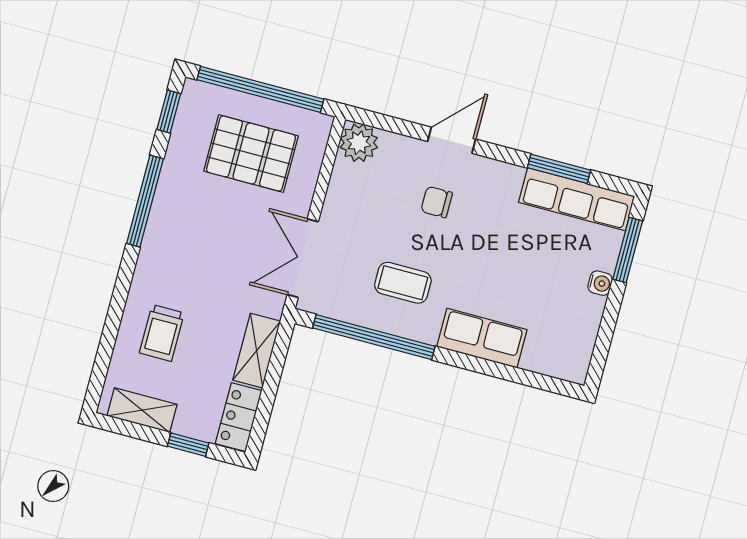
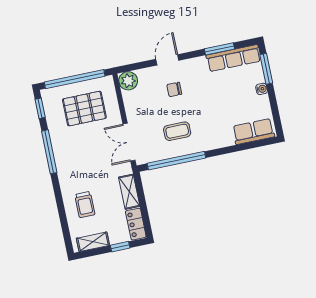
row of seats: (482, 338) -> (253, 132), moved

